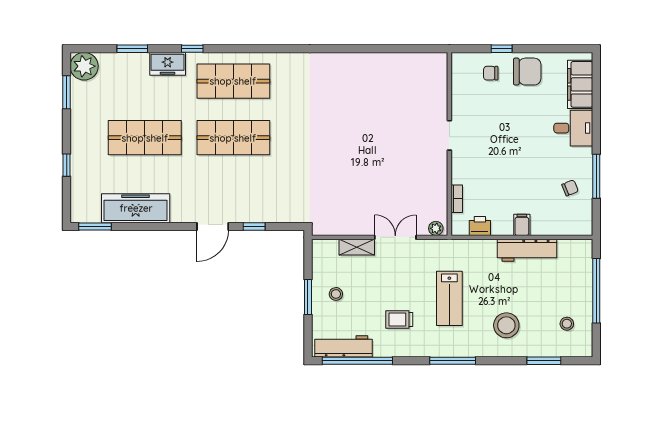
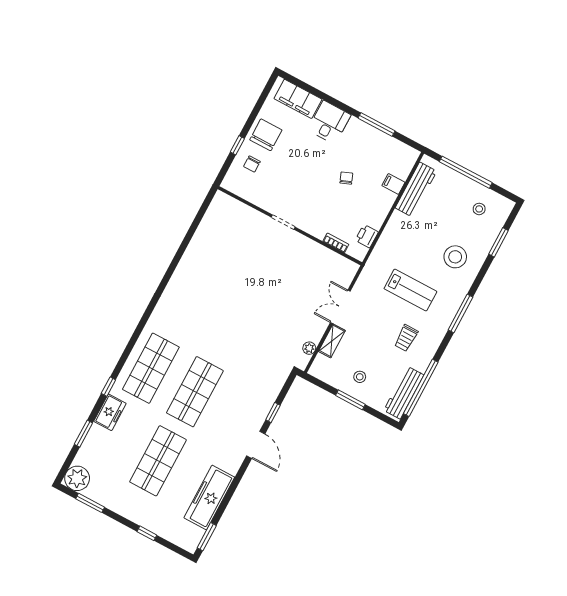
chair: (570, 188) -> (346, 178), moved
filing cabinet: (522, 225) -> (393, 184), moved
plant: (436, 228) -> (309, 348), moved
workbench: (527, 250) -> (416, 190), moved

